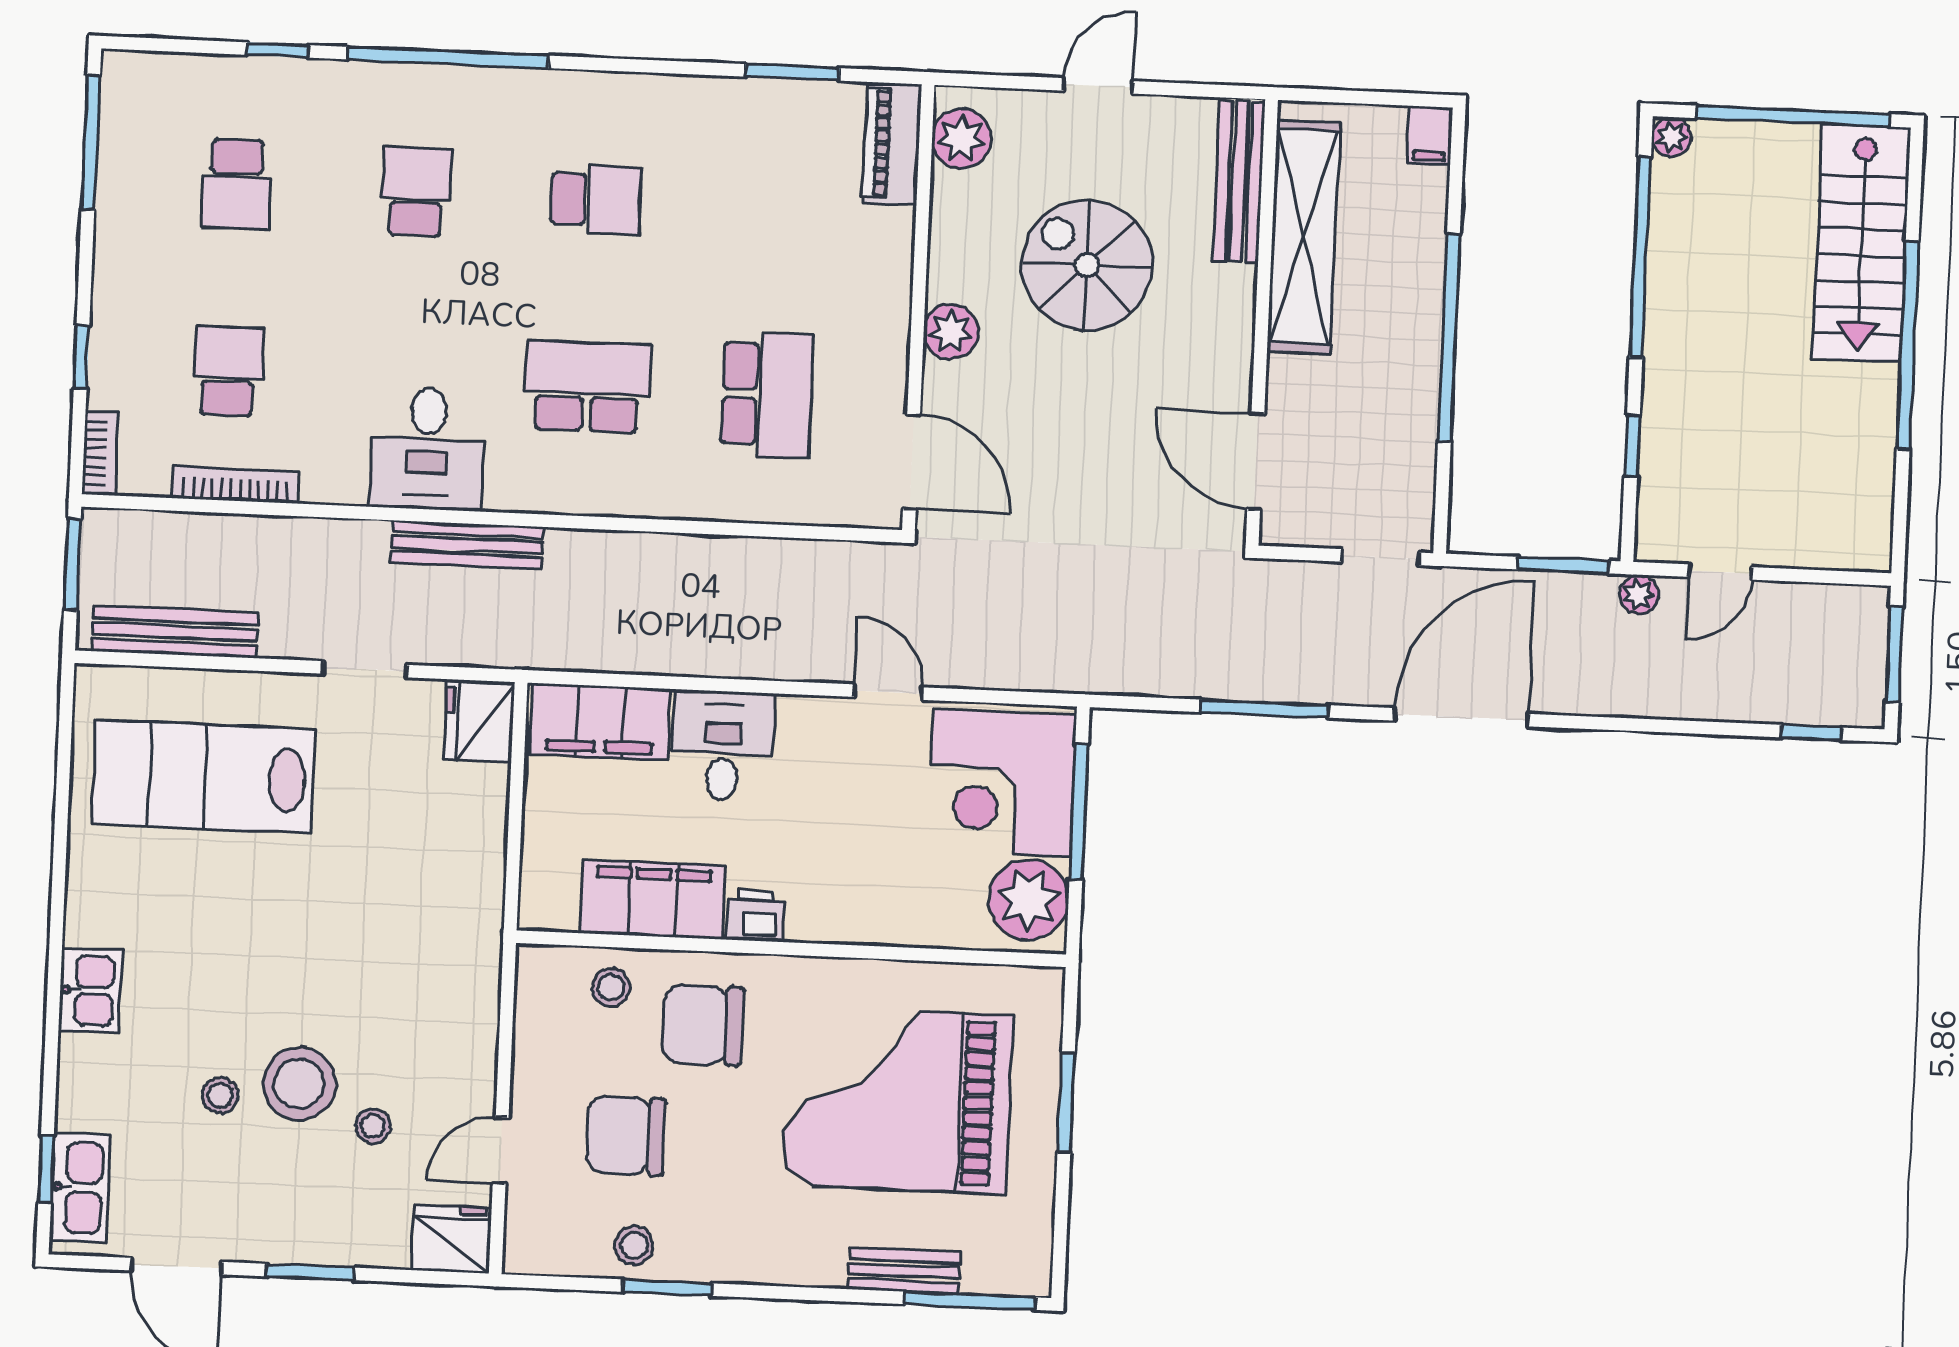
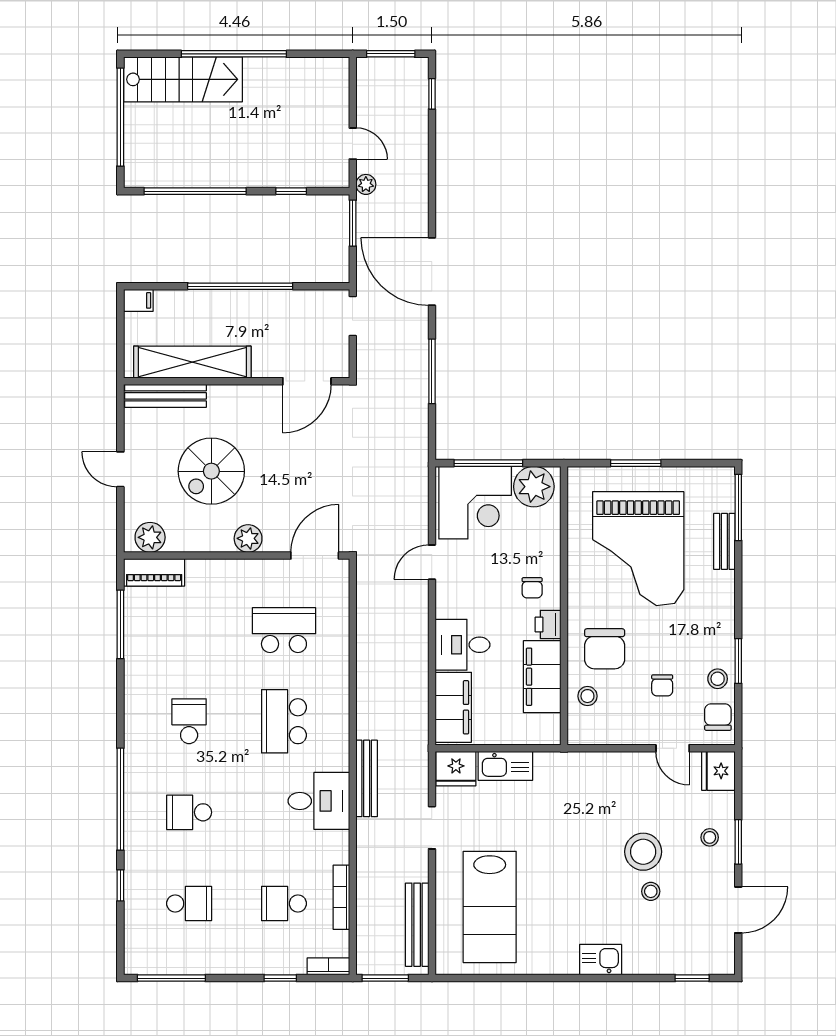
window: (792, 72) -> (120, 624), width x1.44
plant: (1672, 137) -> (134, 178), removed
chair: (829, 887) -> (532, 588), added
stool: (373, 1126) -> (710, 837), moved
chair: (626, 1136) -> (662, 685), width x0.54, depth x0.54
kitchen sink: (80, 1187) -> (505, 766), moved, turned 180
chair: (558, 1243) -> (718, 717), added

